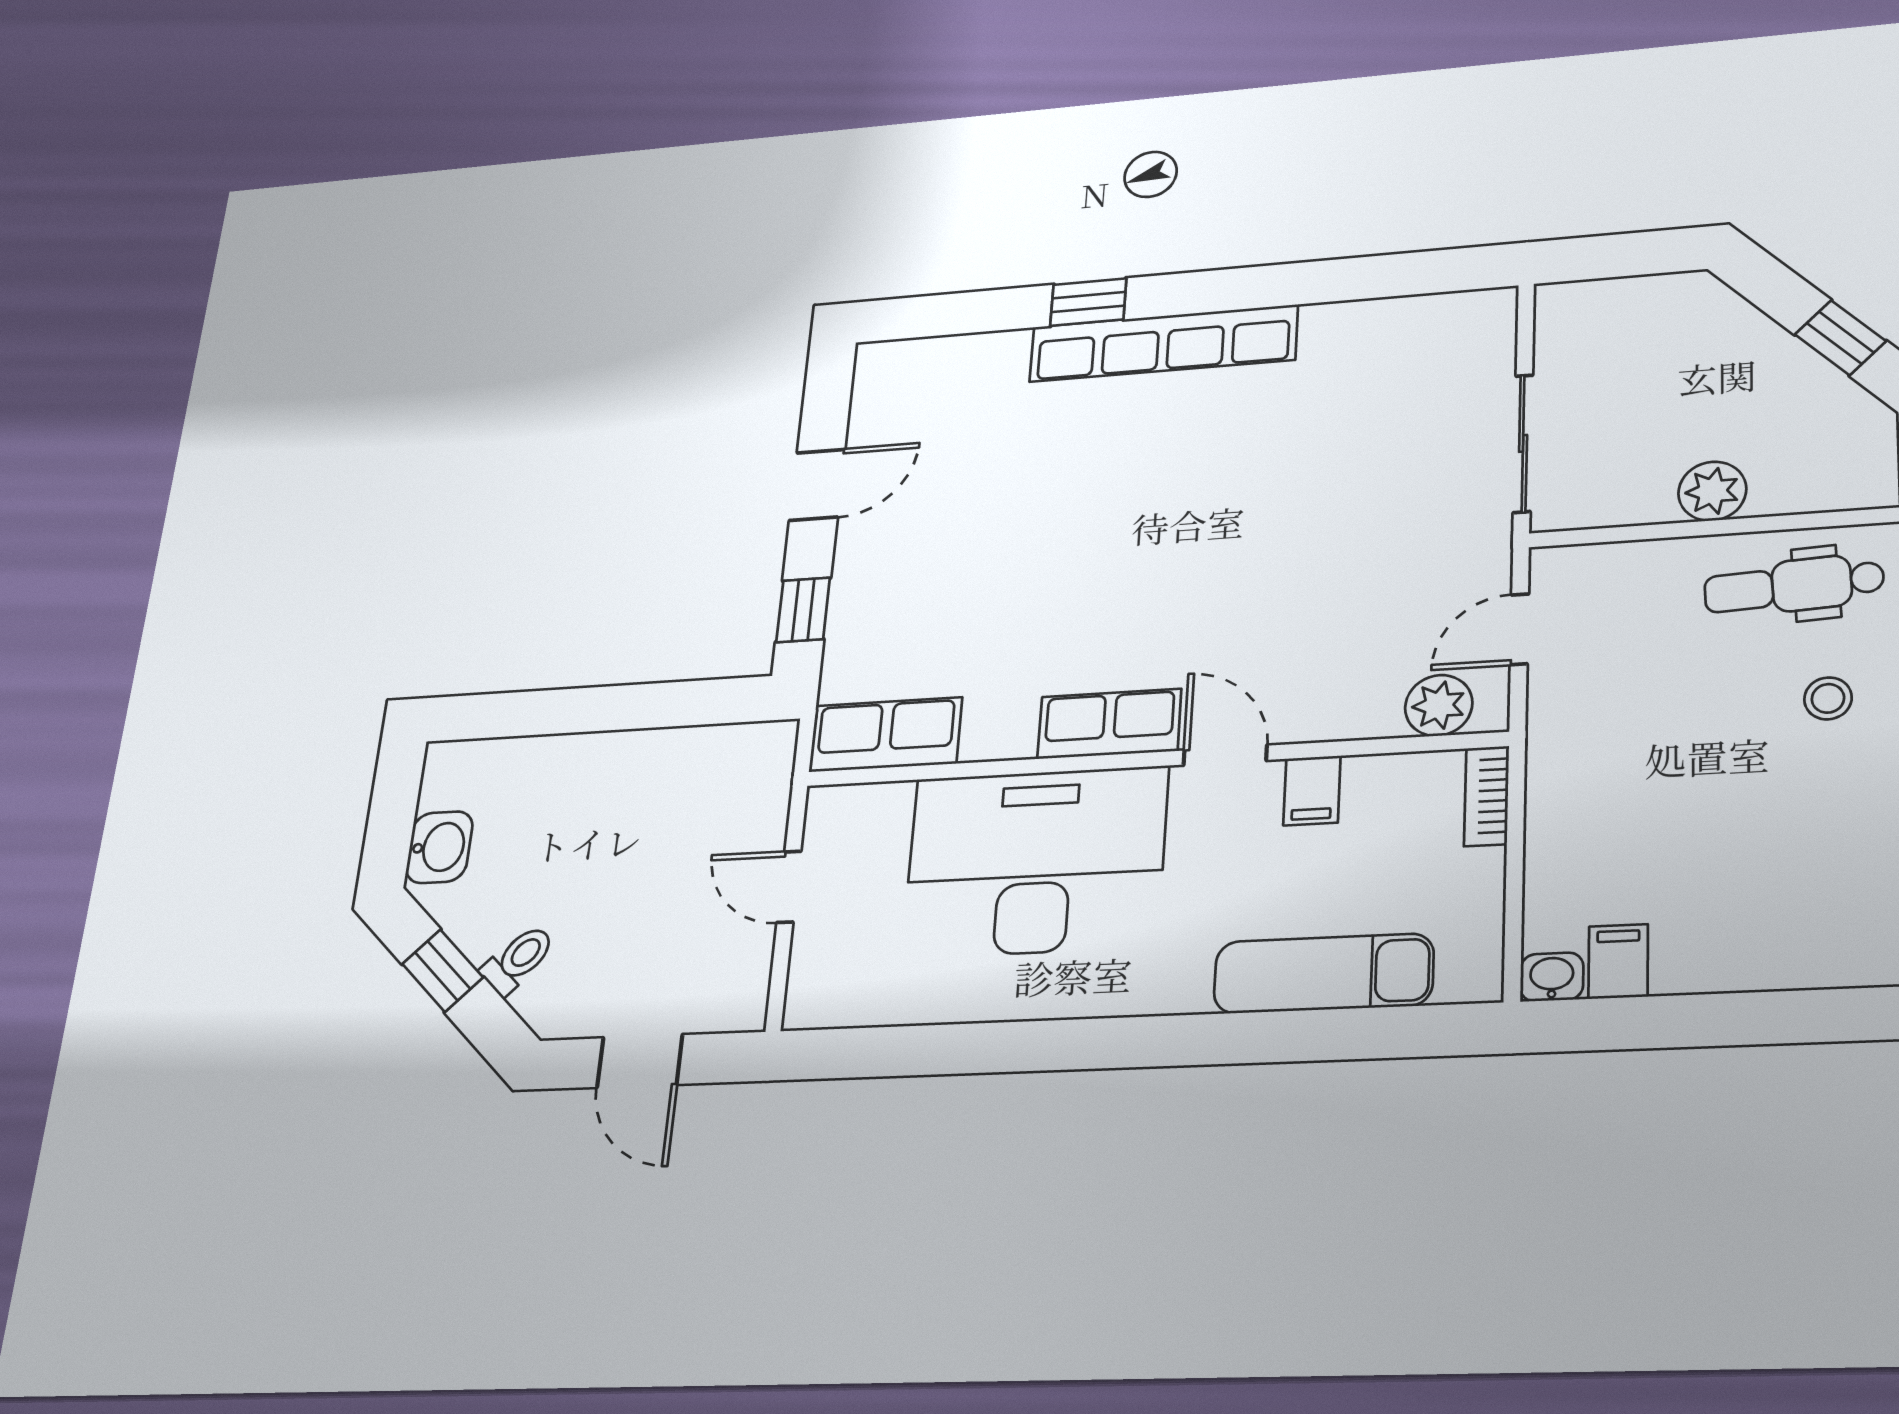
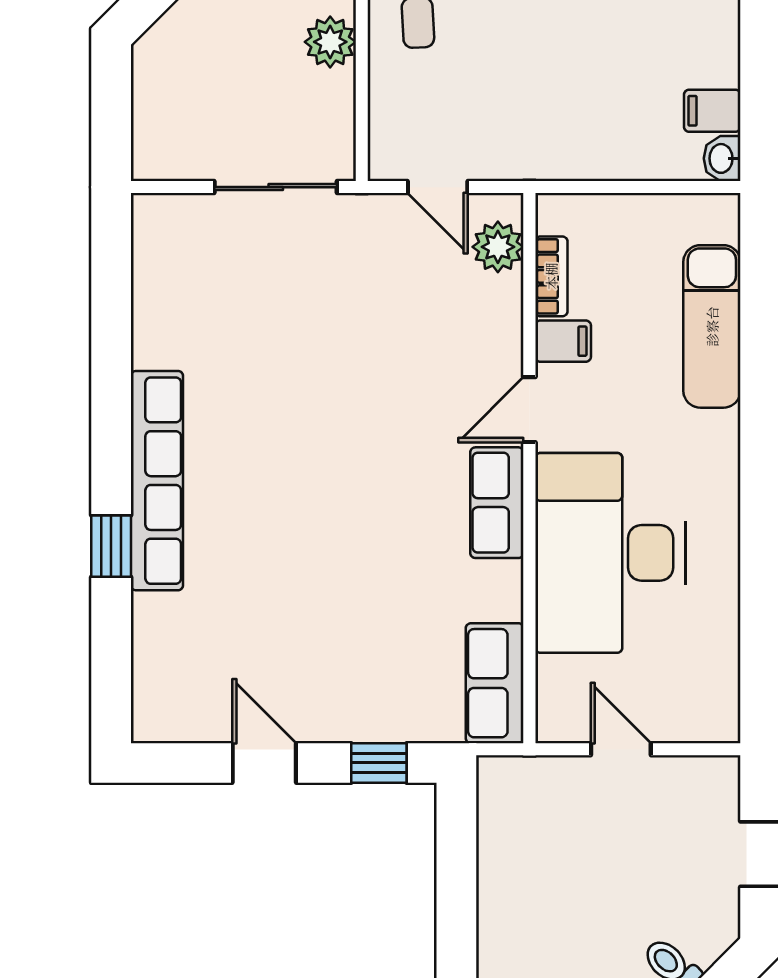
bookcase: (1487, 796) -> (551, 276), moved, turned -90
door: (789, 887) -> (621, 749), swing flipped

